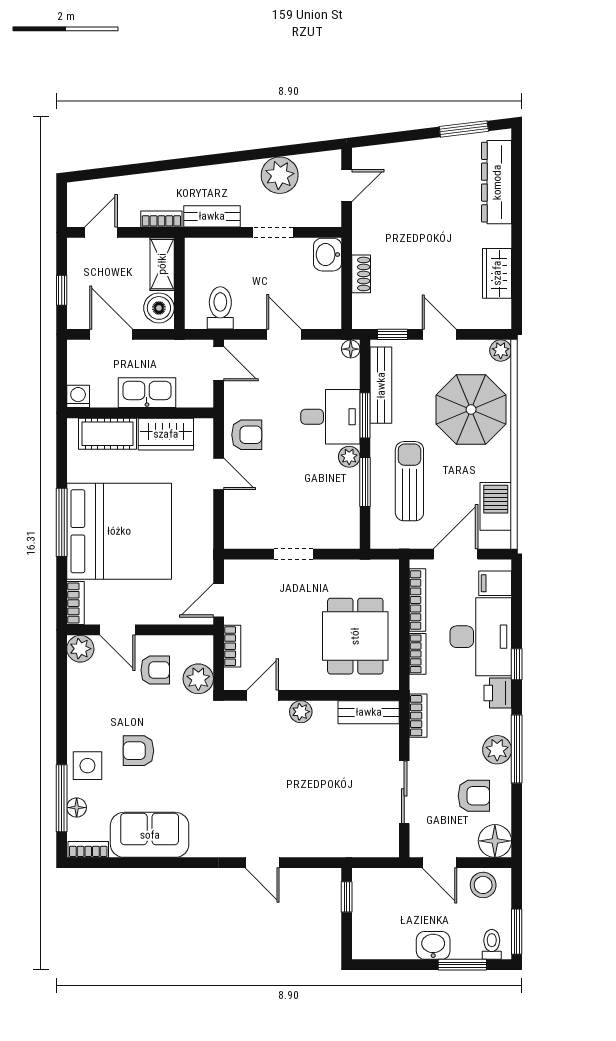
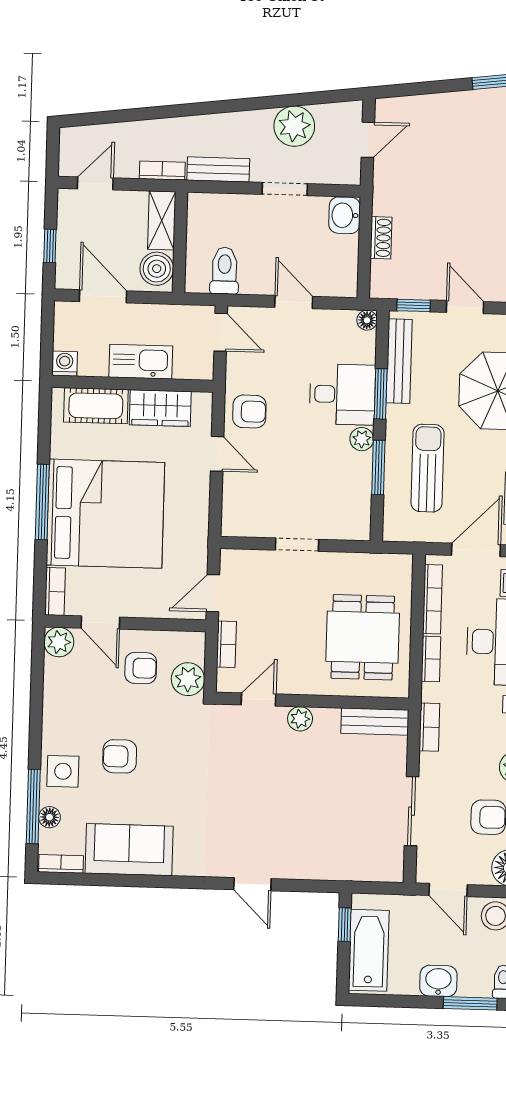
bathtub: (369, 919) -> (369, 950), added

